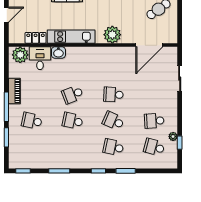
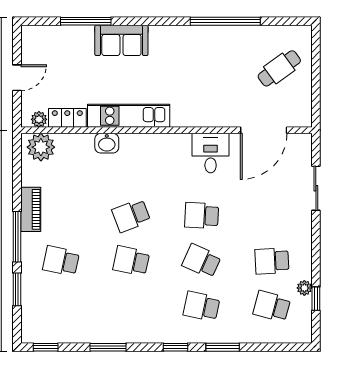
plant: (112, 35) -> (39, 119), moved, width x0.53, depth x0.53
desk: (40, 58) -> (211, 153), moved

